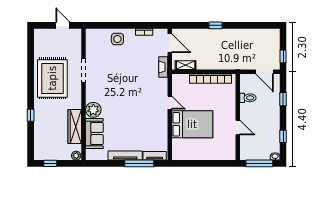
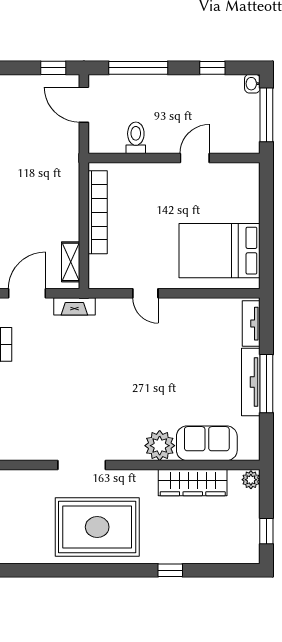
side table: (117, 39) -> (19, 398), removed
door: (265, 72) -> (84, 105), swing flipped
window: (283, 99) -> (138, 68), width x2.17
door: (170, 103) -> (145, 293), swing flipped
bed: (192, 124) -> (219, 251), moved, turned -90
window: (139, 163) -> (266, 384), moved

